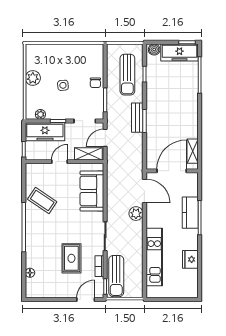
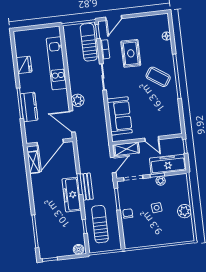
freezer: (179, 52) -> (72, 195), moved, turned -90
plant: (40, 114) -> (161, 181), moved
door: (59, 162) -> (152, 139), hinge flipped
coffee table: (42, 201) -> (158, 77), moved

